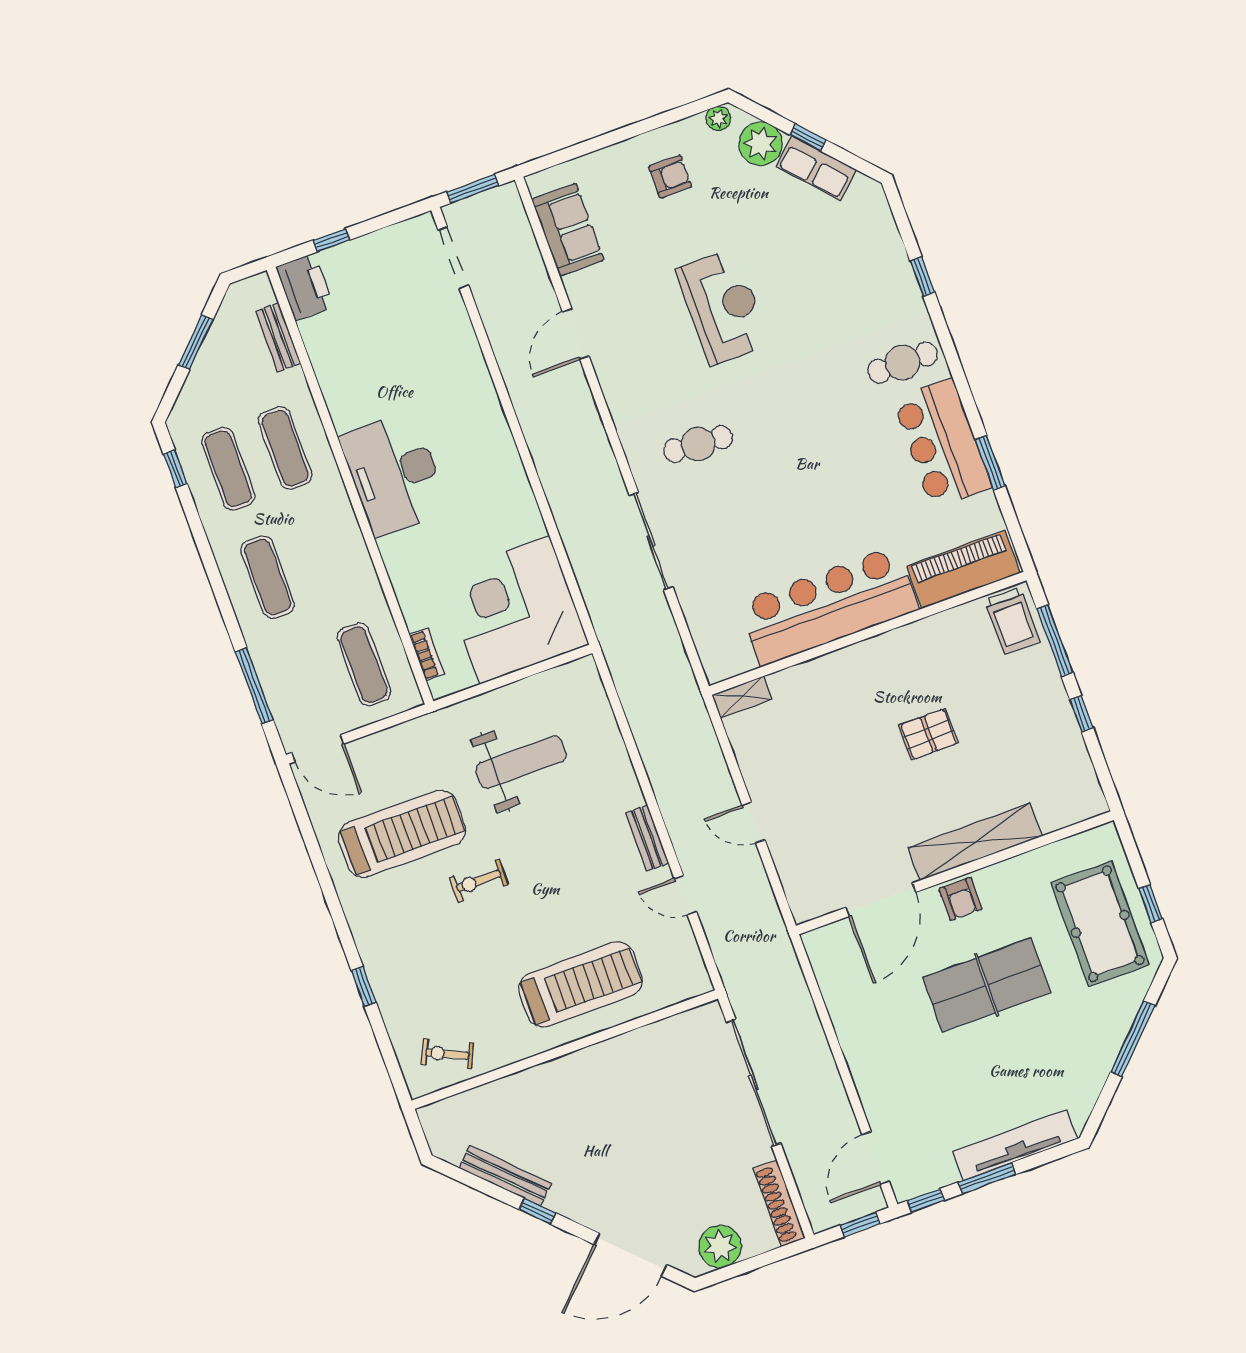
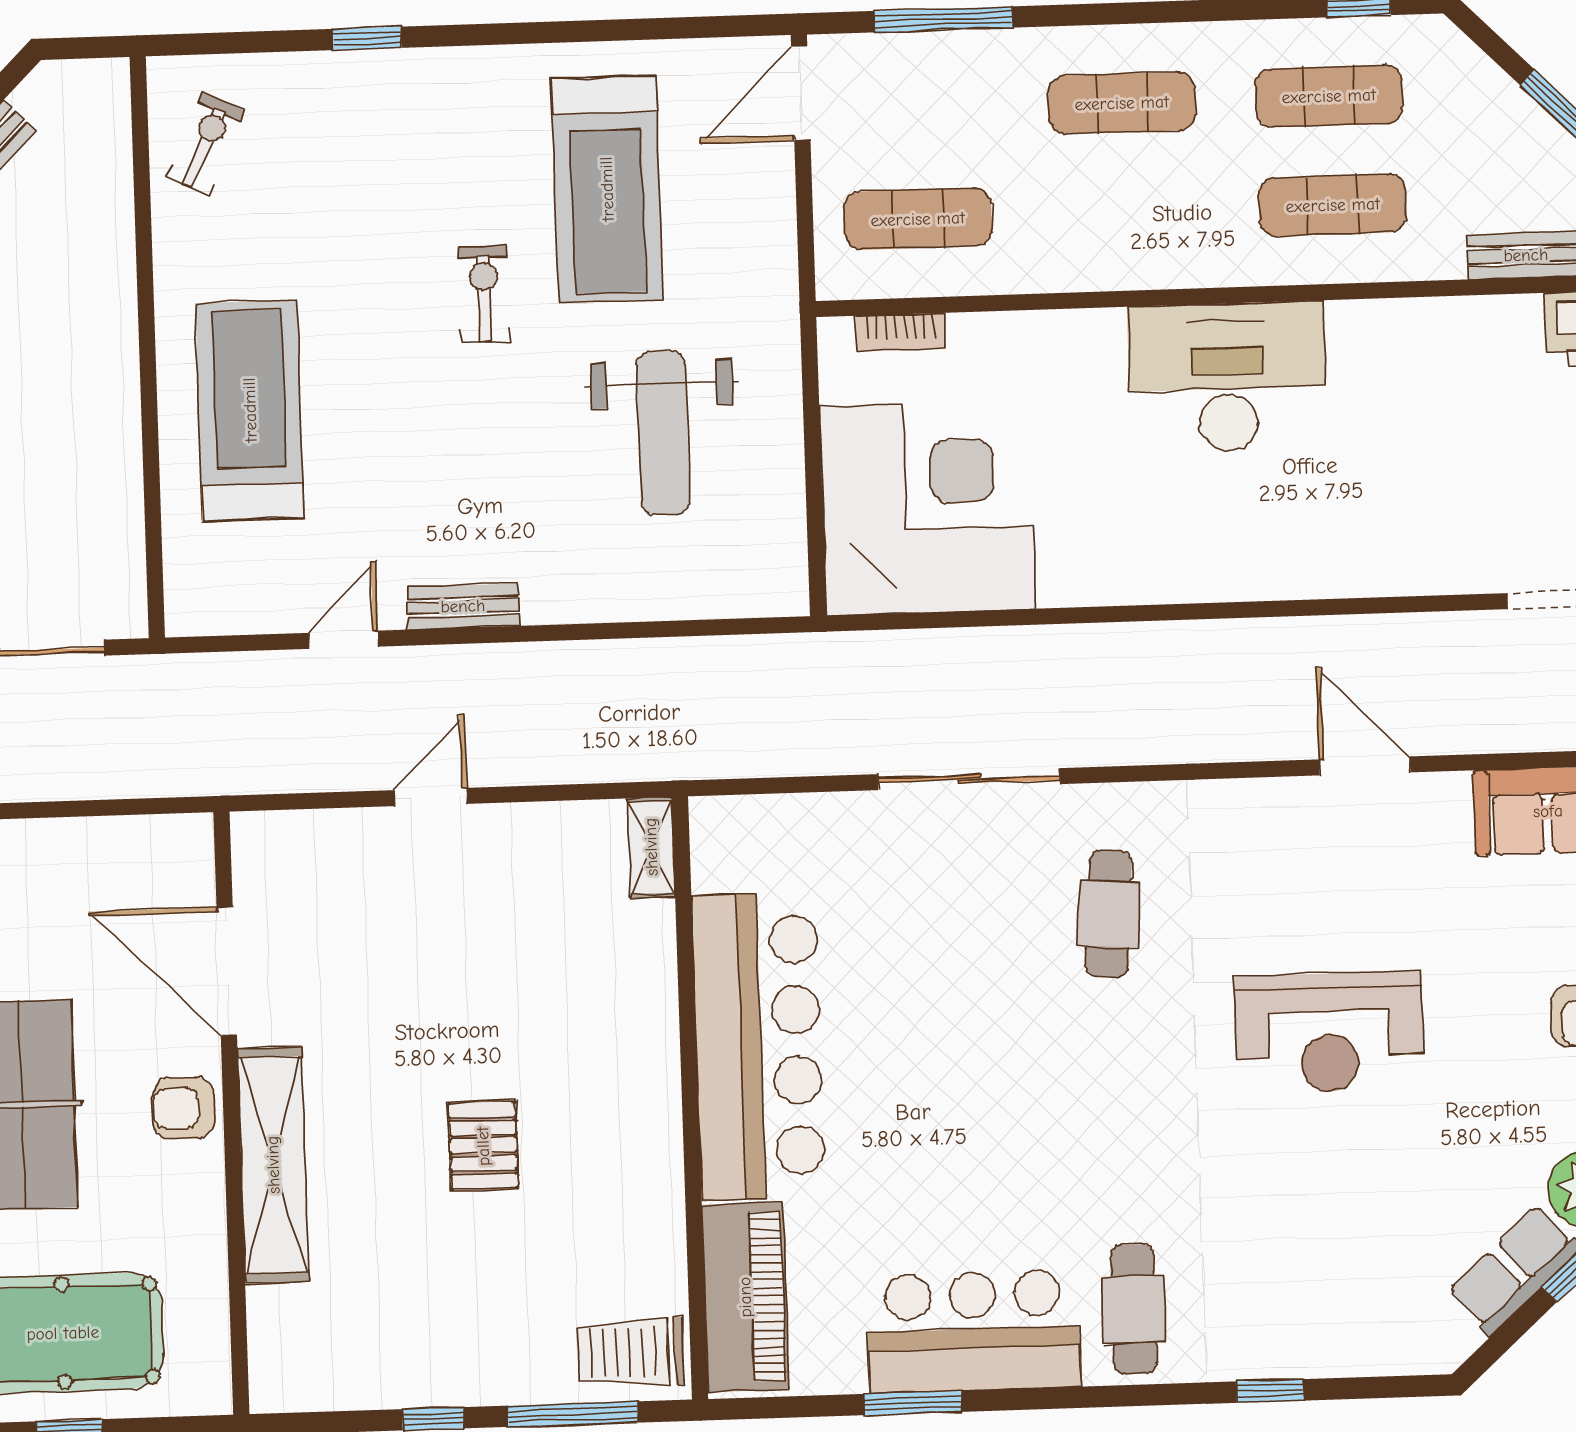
treadmill: (581, 984) -> (250, 410), turned 180

